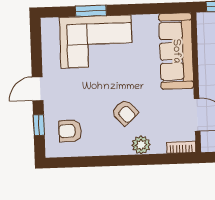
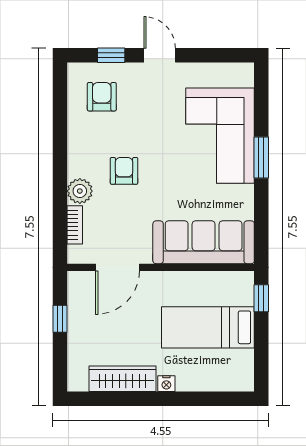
window: (91, 11) -> (261, 157), moved
armchair: (125, 112) -> (124, 171), turned 132
bookcase: (181, 147) -> (75, 225), moved

